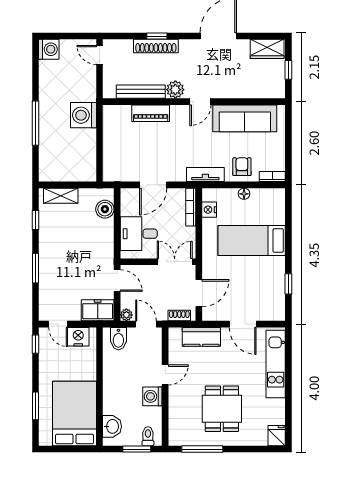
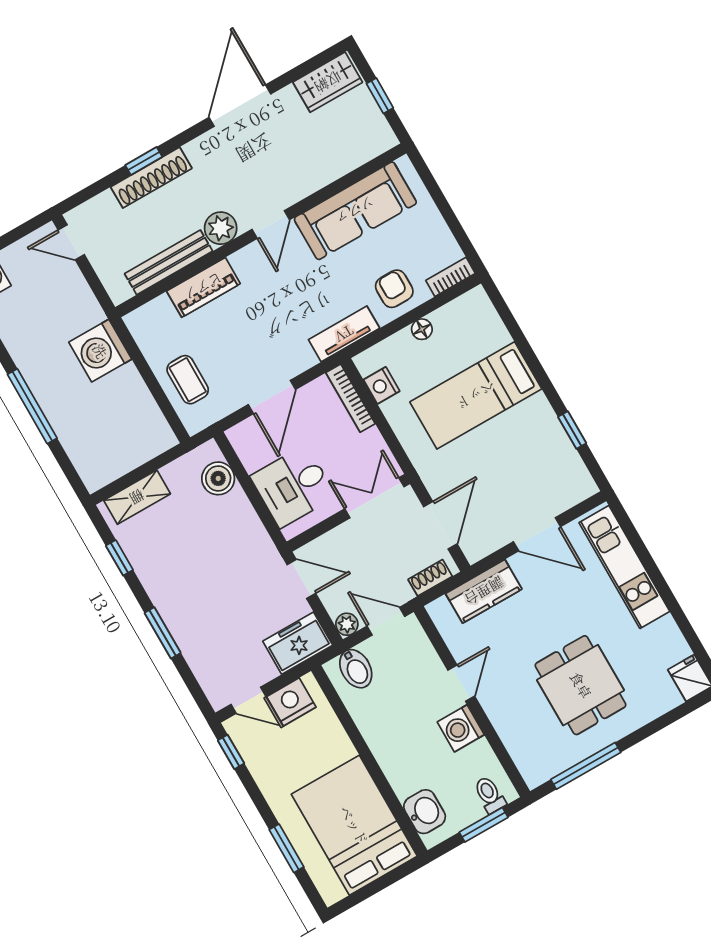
coffee table: (118, 153) -> (188, 380), added

